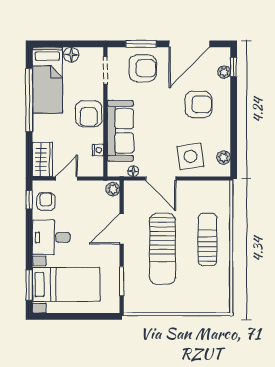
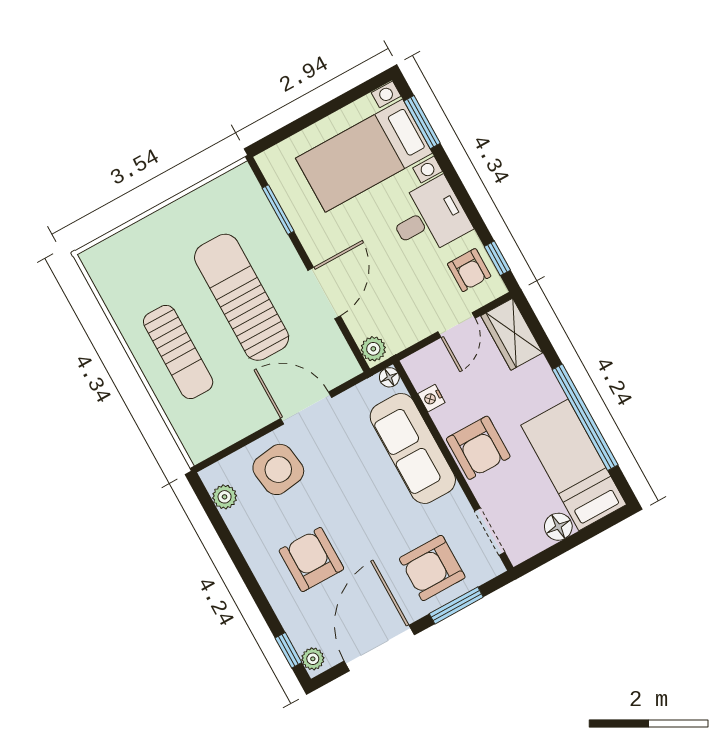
plant: (224, 72) -> (313, 659), moved
armchair: (198, 104) -> (311, 560), turned 90
armchair: (89, 114) -> (478, 448), turned 180
floor lamp: (133, 171) -> (389, 377), moved

